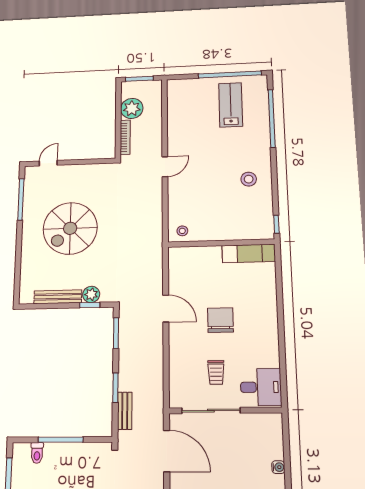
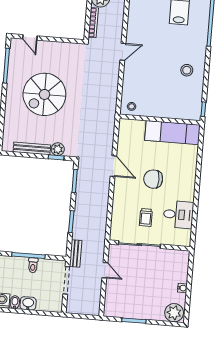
door: (48, 163) -> (30, 37), swing flipped
exam couch: (249, 253) -> (172, 133), width x1.36, depth x1.45
chair: (220, 320) -> (153, 179), turned -90
desk: (261, 387) -> (178, 215), moved
bench: (125, 411) -> (76, 254), moved
door: (167, 451) -> (105, 270), width x0.53
toilet: (37, 453) -> (33, 265), moved

